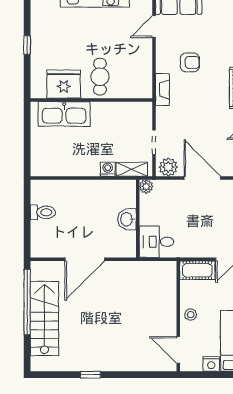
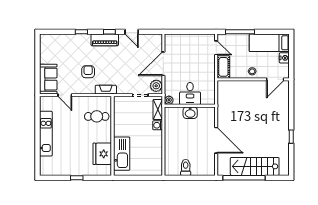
cafe table: (100, 77) -> (97, 116), moved
desk: (156, 242) -> (190, 94), moved

